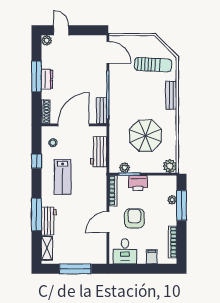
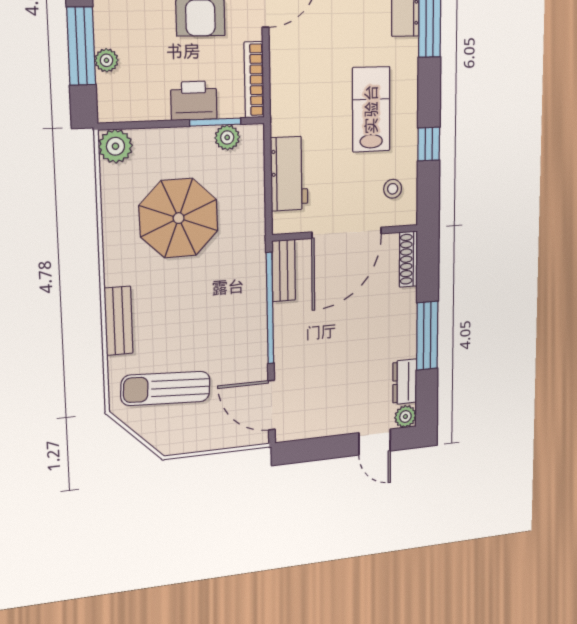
dresser: (47, 79) -> (405, 382), moved

